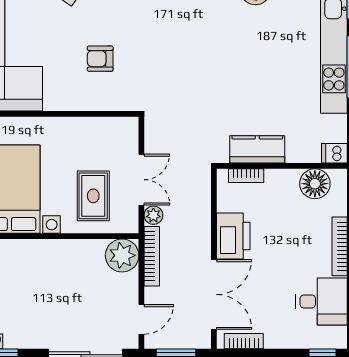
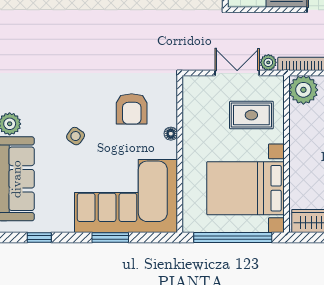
armchair: (100, 59) -> (132, 109), width x1.38, depth x1.38
floor lamp: (72, 103) -> (171, 134), added

